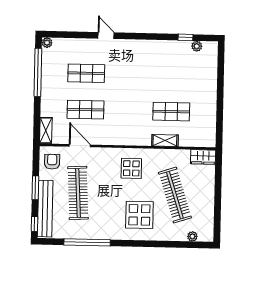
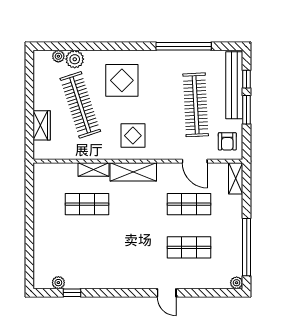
shelving: (132, 138) -> (133, 172), added
wardrobe: (203, 157) -> (42, 125), moved, turned 90
window: (34, 224) -> (247, 79), moved
plant: (179, 234) -> (75, 59), added

